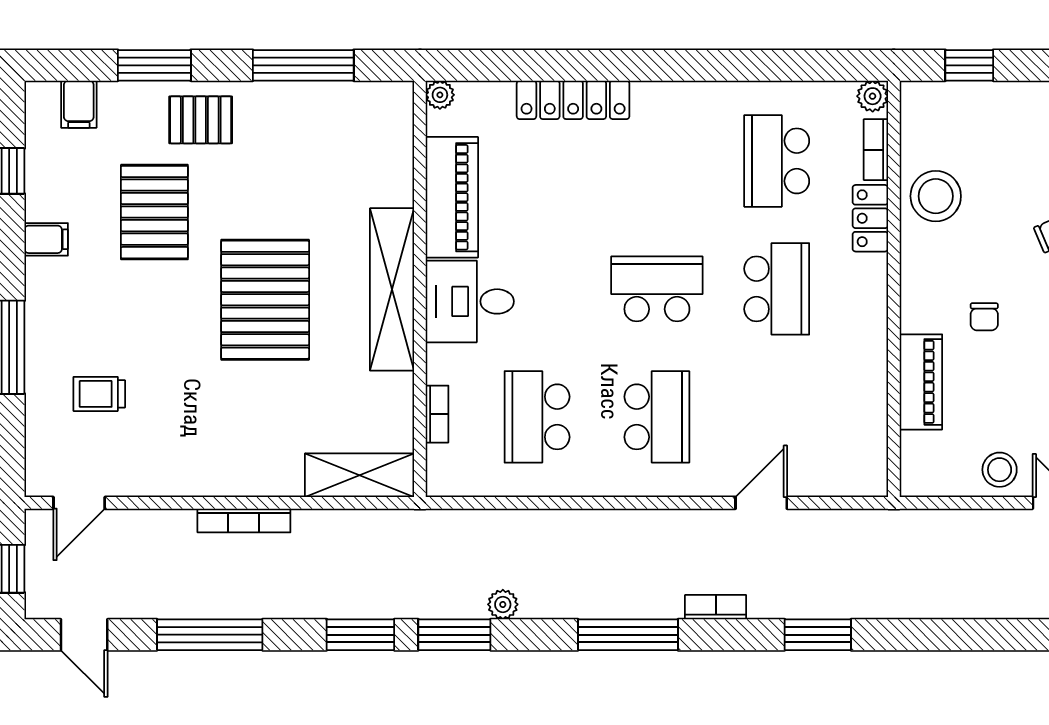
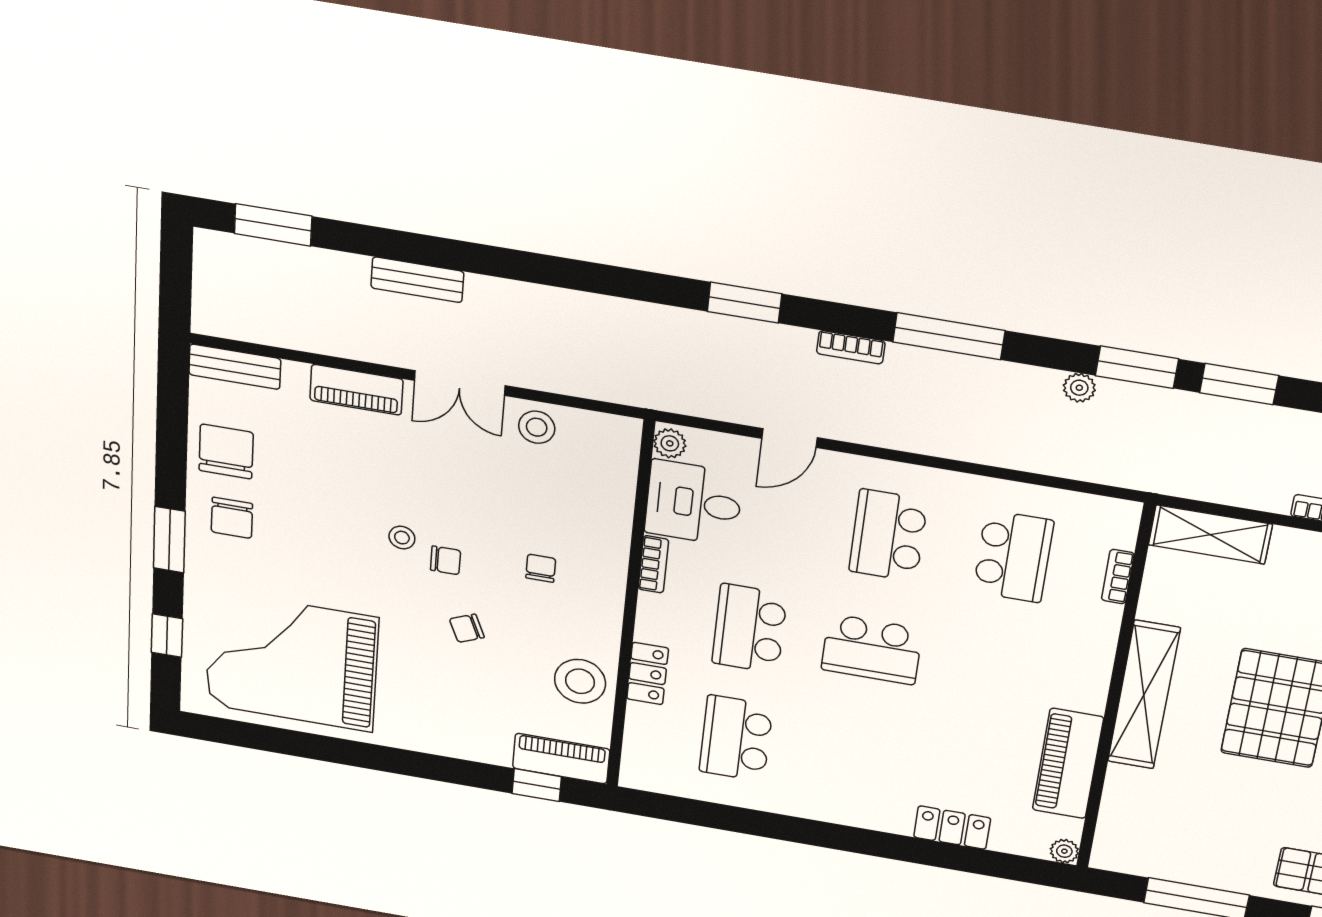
plant: (873, 96) -> (670, 443), moved
locker: (573, 100) -> (952, 828), width x0.66
bookcase: (876, 150) -> (653, 564), moved
school desk: (777, 161) -> (736, 738), turned 180
desk: (470, 301) -> (694, 503), moved, turned 180
piano: (921, 382) -> (561, 759), moved, turned 90

